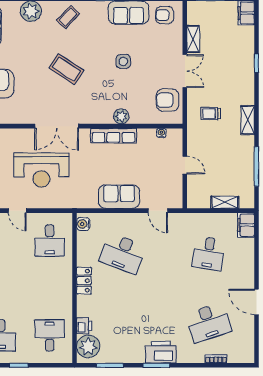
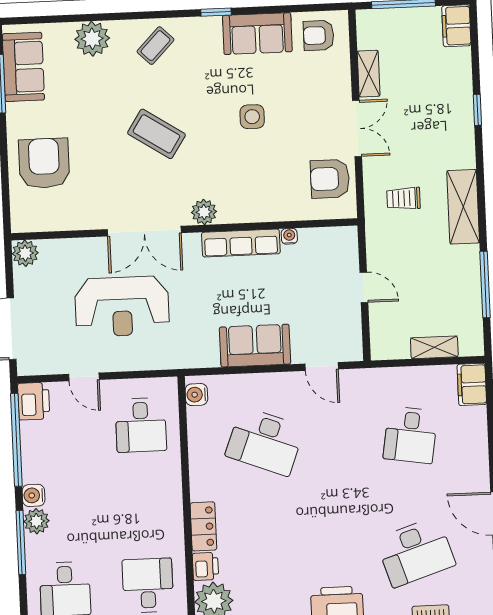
plant: (121, 116) -> (204, 212), moved
shelving: (248, 120) -> (463, 207), width x1.50, depth x1.33
water cooler: (161, 133) -> (289, 236), moved
locker: (84, 281) -> (203, 526), moved

